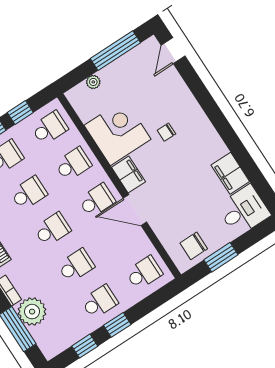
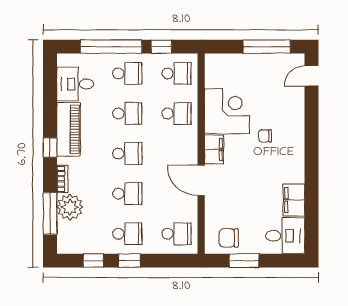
plant: (93, 82) -> (234, 60), removed
school desk: (97, 200) -> (176, 154), removed

